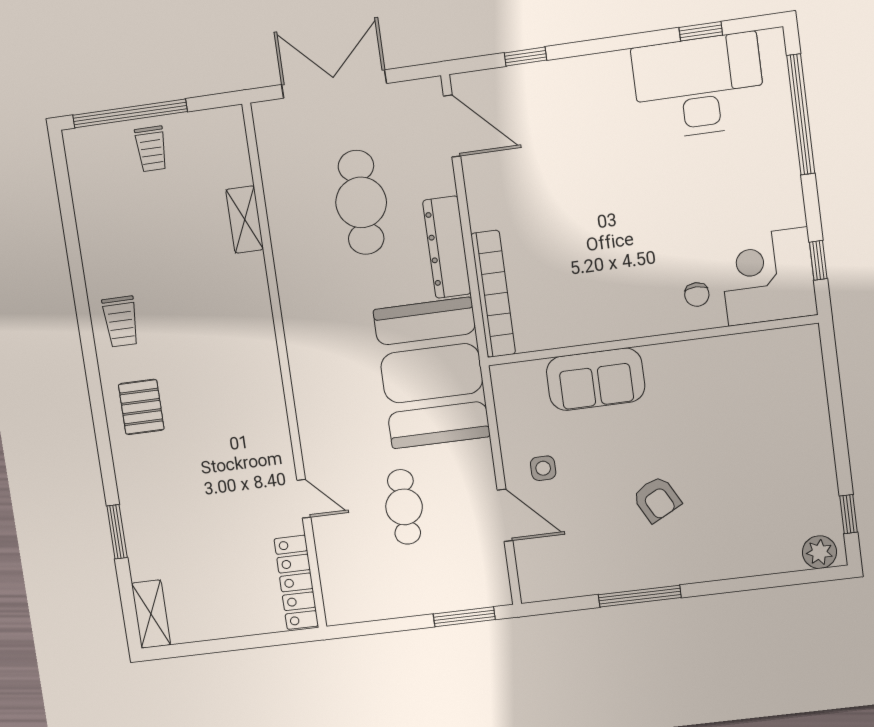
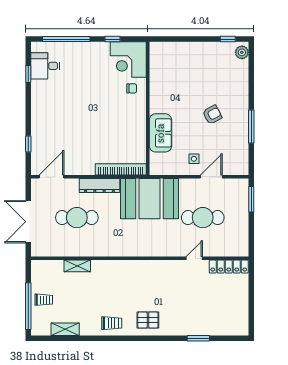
desk: (699, 86) -> (45, 66), width x0.53, depth x0.77
window: (818, 260) -> (113, 39), moved
cafe table: (404, 507) -> (203, 218), width x1.37, depth x1.35
shelving: (151, 614) -> (65, 329), moved

